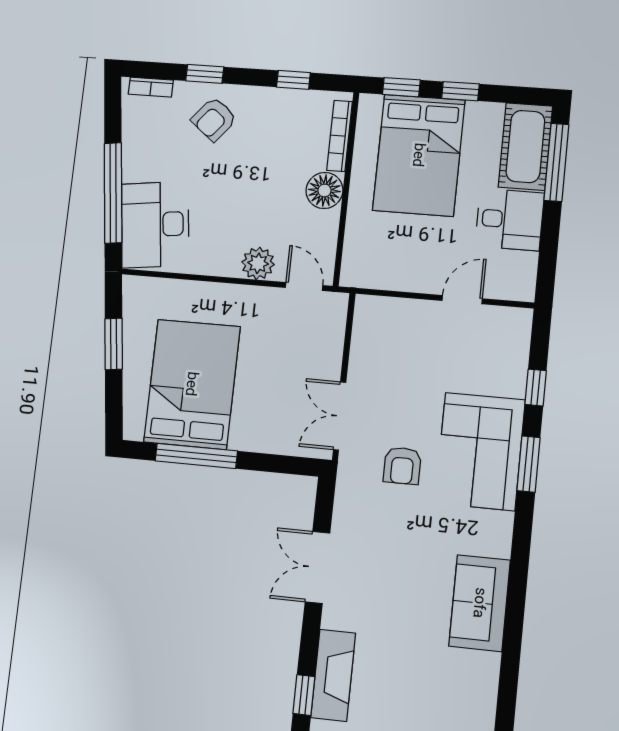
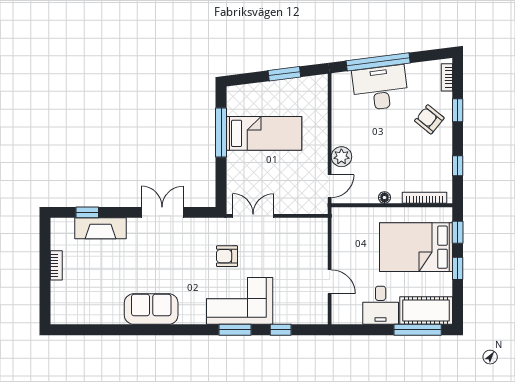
floor lamp: (324, 190) -> (384, 198), width x0.53, depth x0.53
desk: (155, 225) -> (380, 88), moved
bed: (192, 384) -> (264, 133), width x0.67

